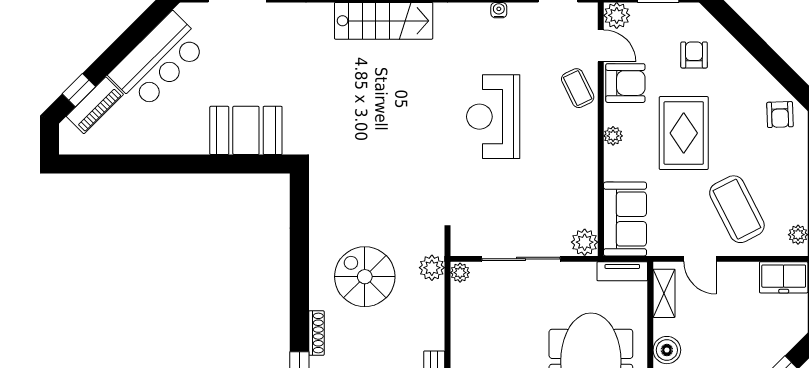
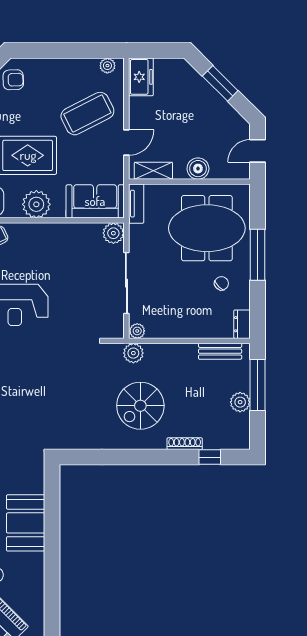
booth: (246, 130) -> (26, 523), moved
plant: (613, 136) -> (36, 204), width x1.88, depth x1.88

